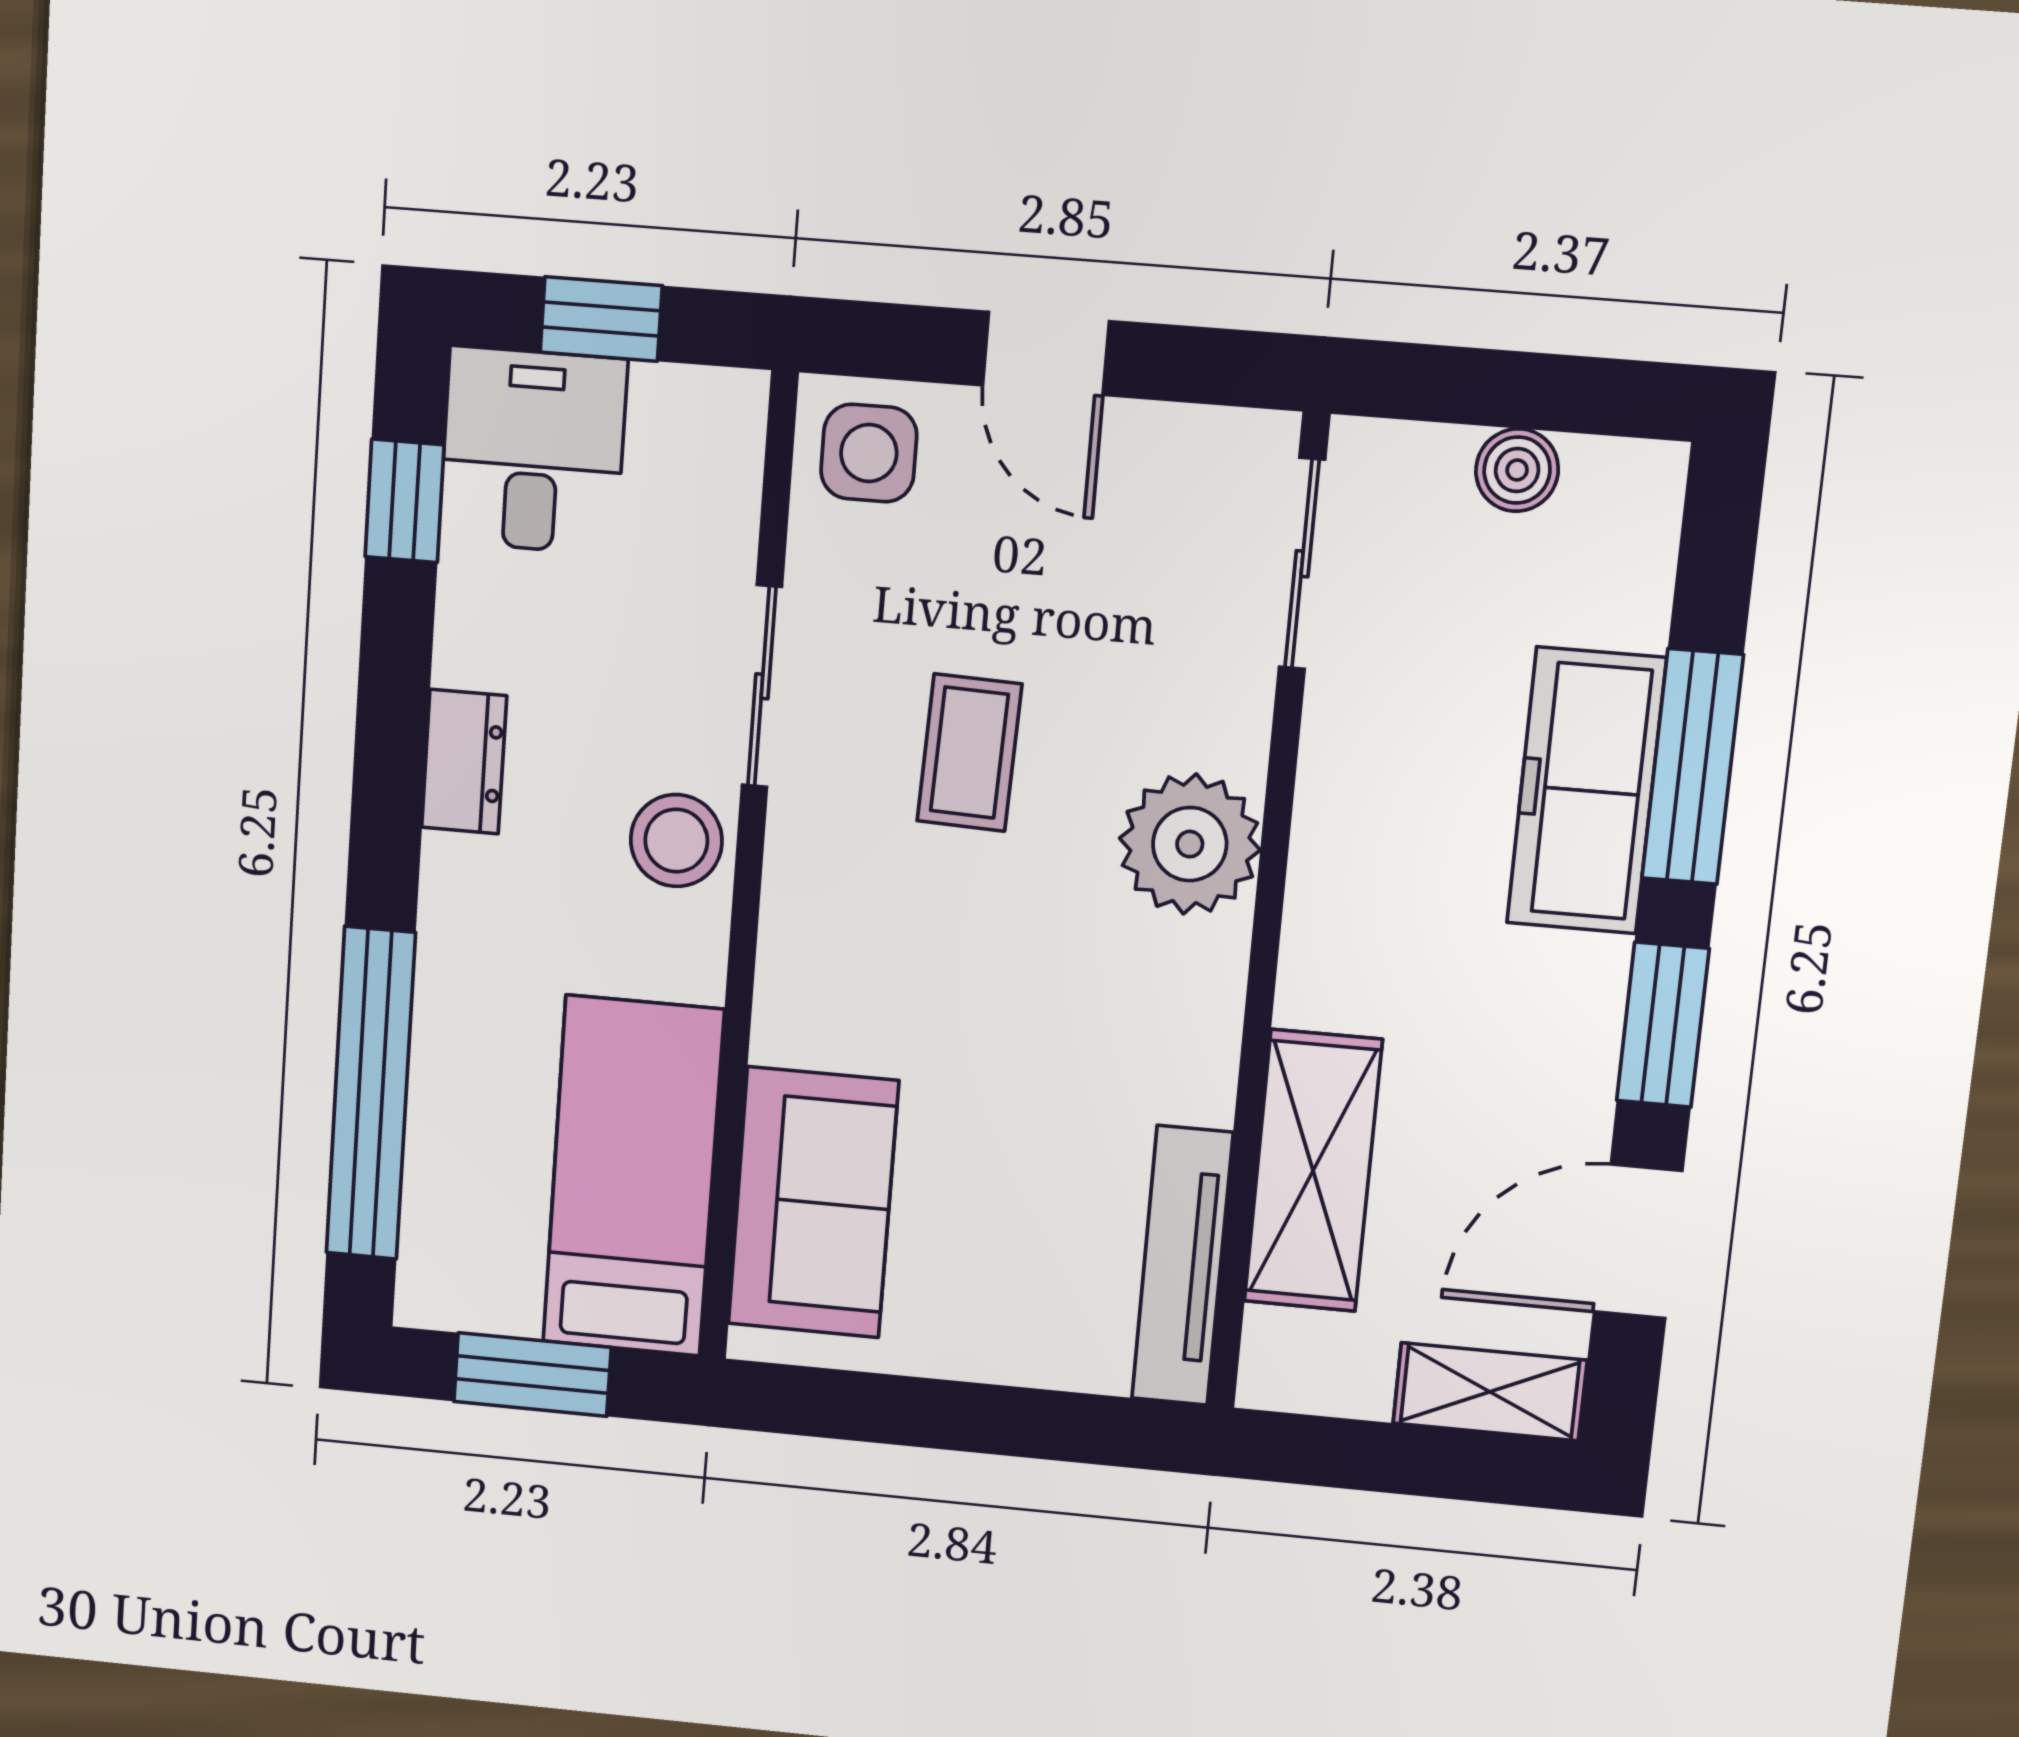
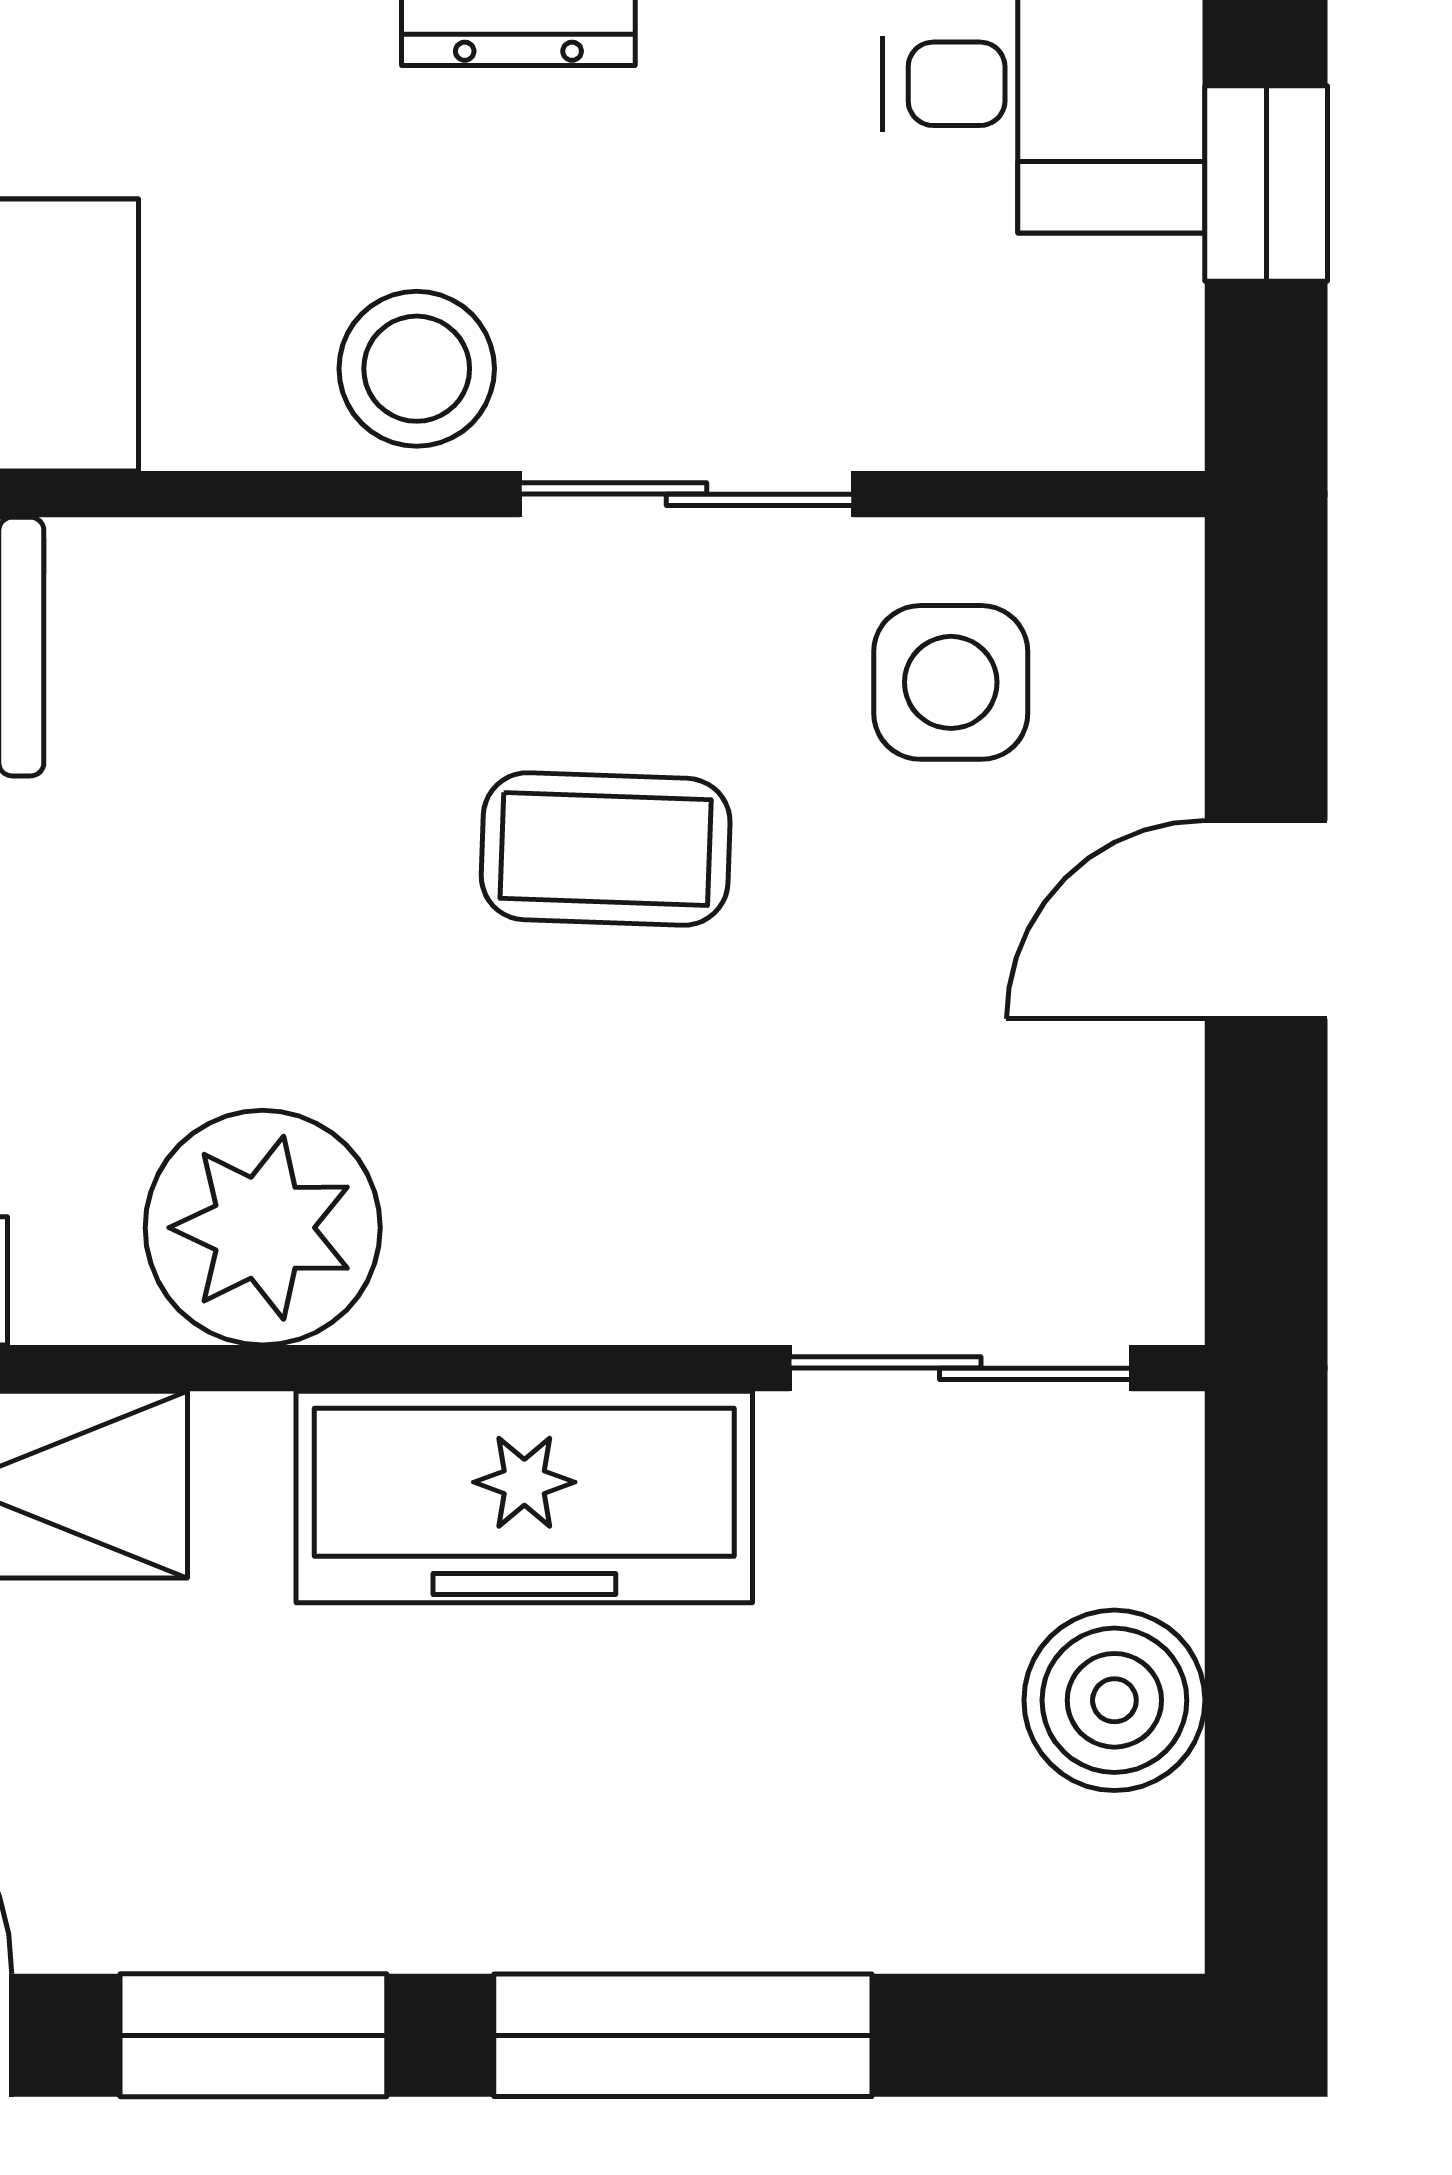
side table: (869, 453) -> (951, 682), moved
boiler: (1517, 470) -> (1114, 1700), width x1.36, depth x1.36
freezer: (1586, 791) -> (524, 1497), moved, turned 180
plant: (1190, 844) -> (263, 1228), moved

